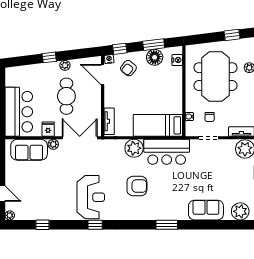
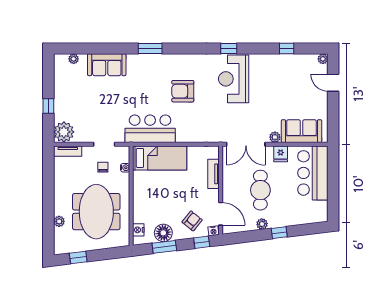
tv unit: (109, 121) -> (213, 174), moved
plant: (134, 148) -> (186, 133), removed
plant: (240, 211) -> (74, 59), width x0.53, depth x0.53

